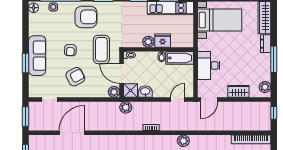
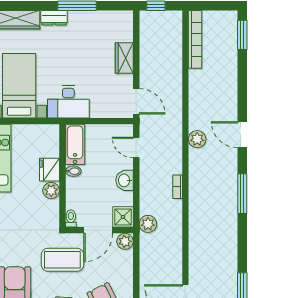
desk: (209, 65) -> (68, 102), moved
plant: (265, 87) -> (118, 19), removed
washbasin: (145, 92) -> (125, 180), moved

